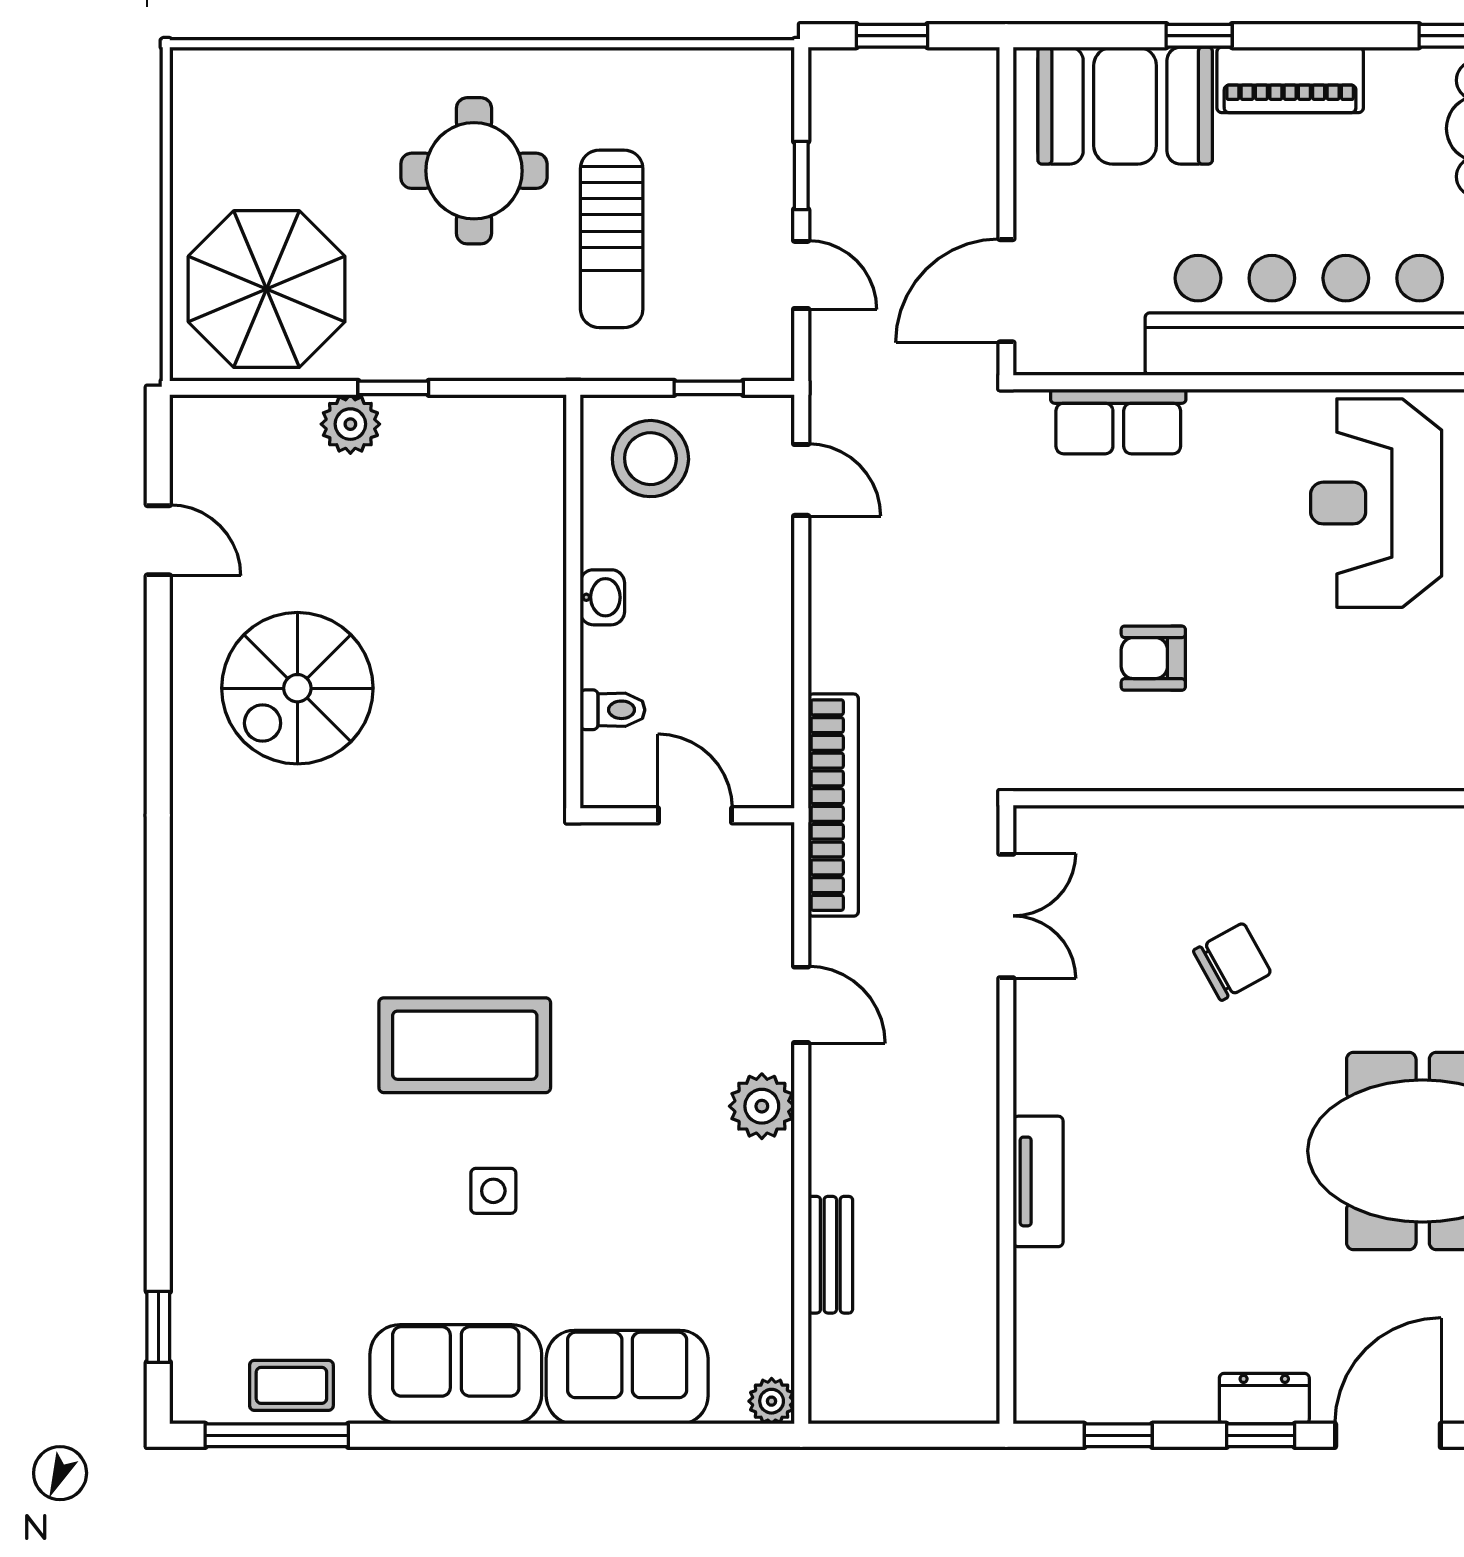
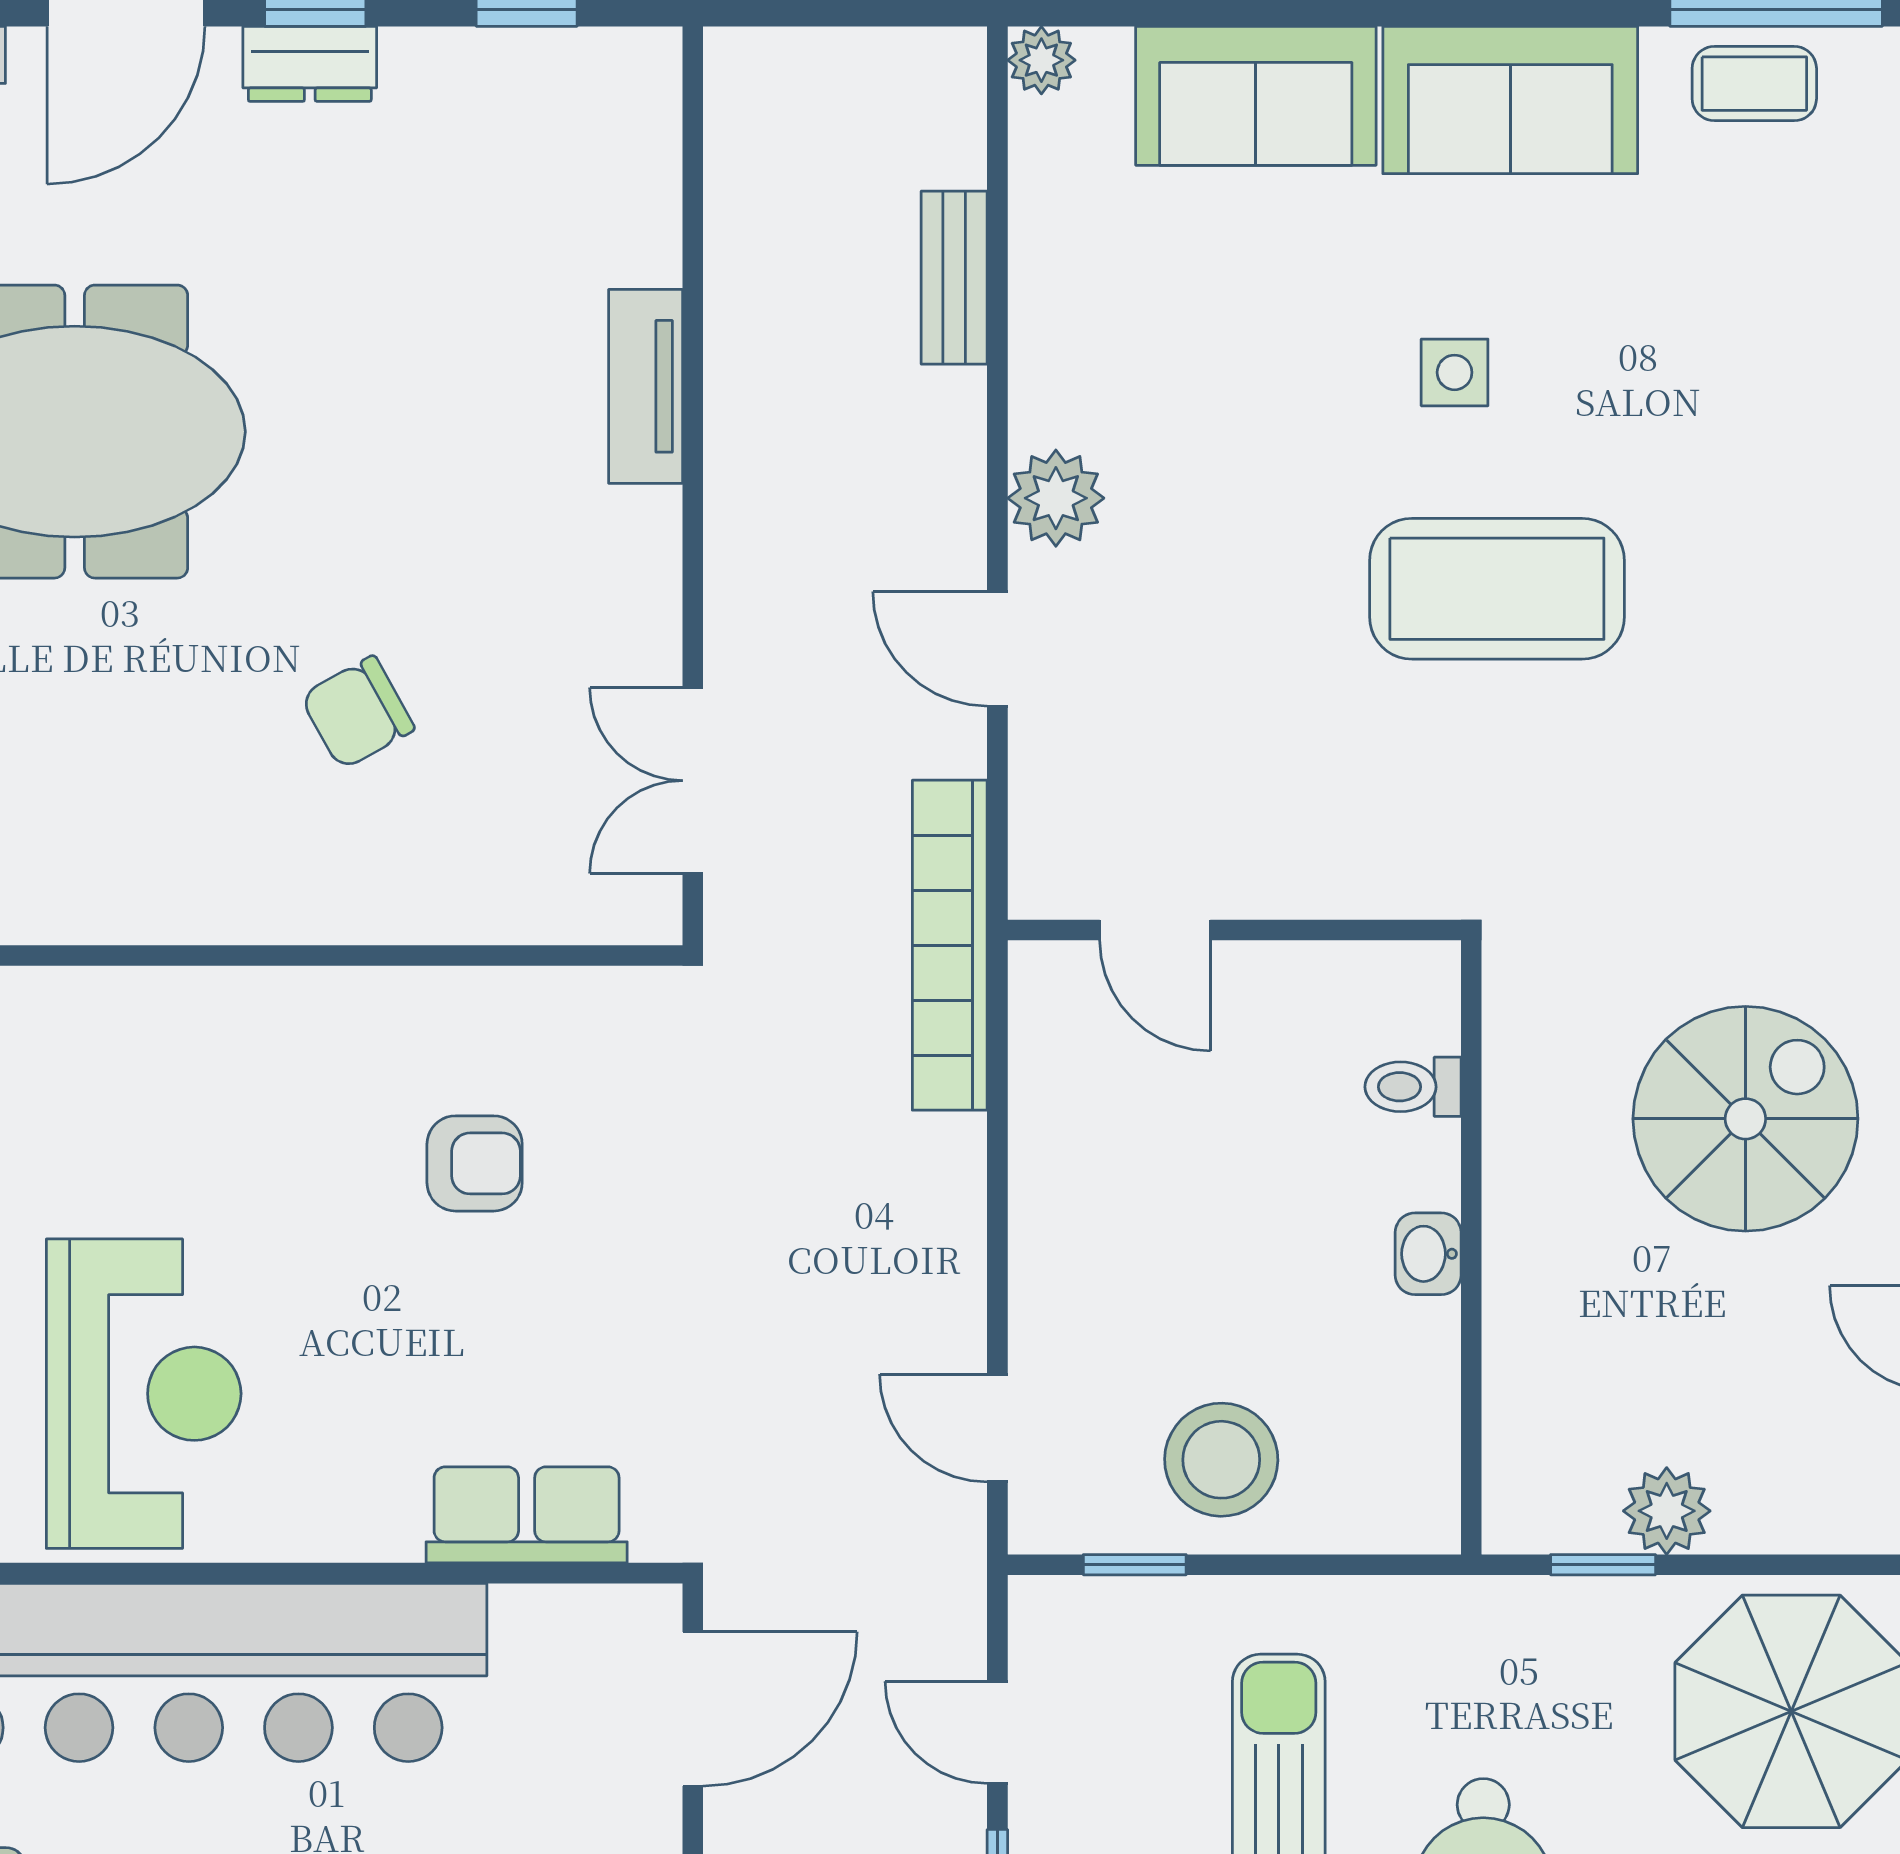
washbasin: (602, 597) -> (1428, 1254), moved
wall: (573, 602) -> (1471, 1247), moved
toilet: (612, 710) -> (1413, 1087), moved

